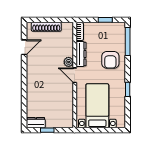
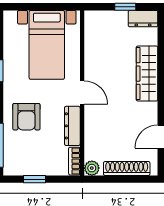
armchair: (110, 60) -> (26, 117), turned 180
plant: (69, 62) -> (92, 168), moved
wardrobe: (33, 87) -> (147, 74), added

